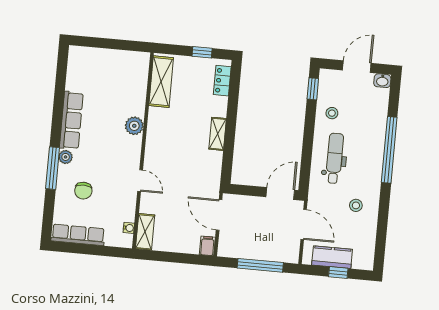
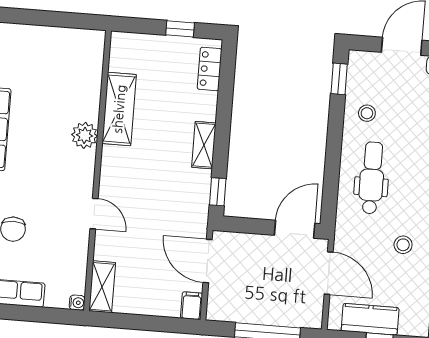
shelving: (161, 82) -> (119, 109), moved
window: (227, 167) -> (218, 192), added
water cooler: (129, 228) -> (77, 303), moved

